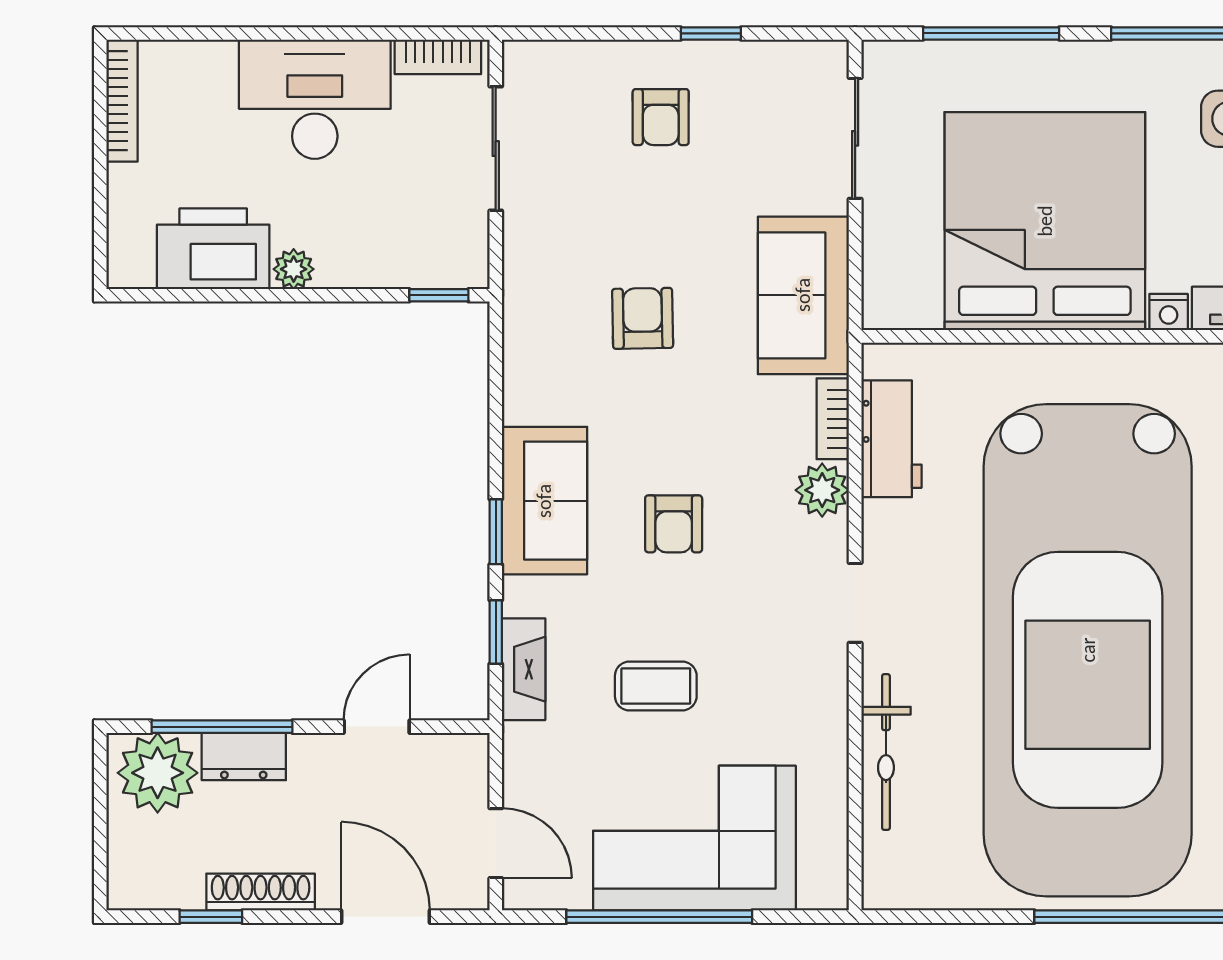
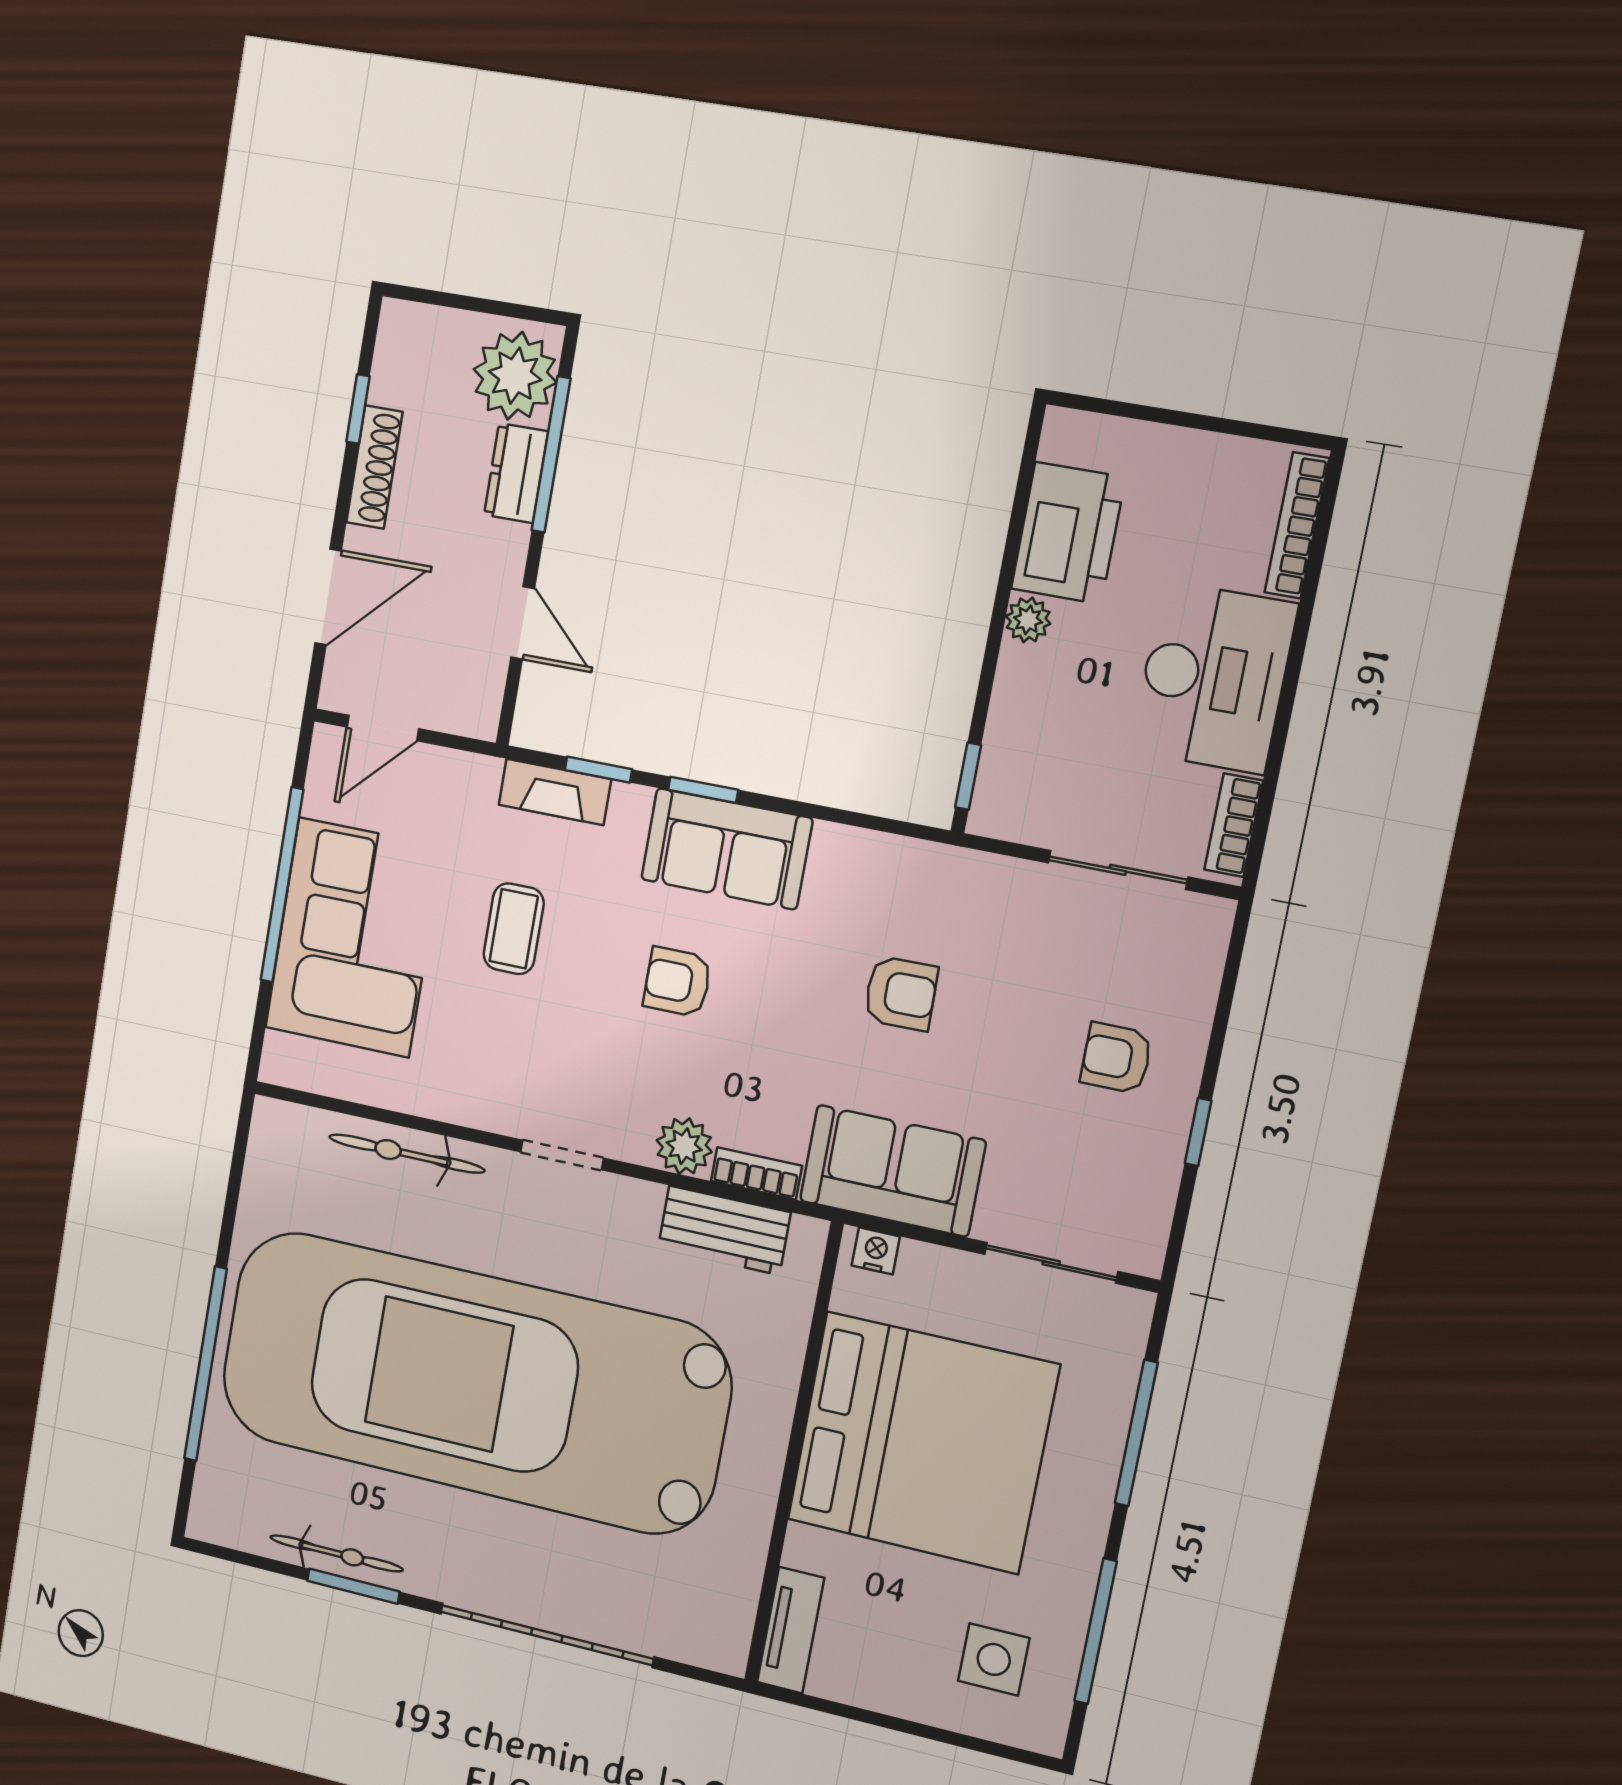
bookcase: (122, 101) -> (1297, 525), moved, turned 90
nightstand: (1169, 312) -> (876, 1251), moved, turned 90

